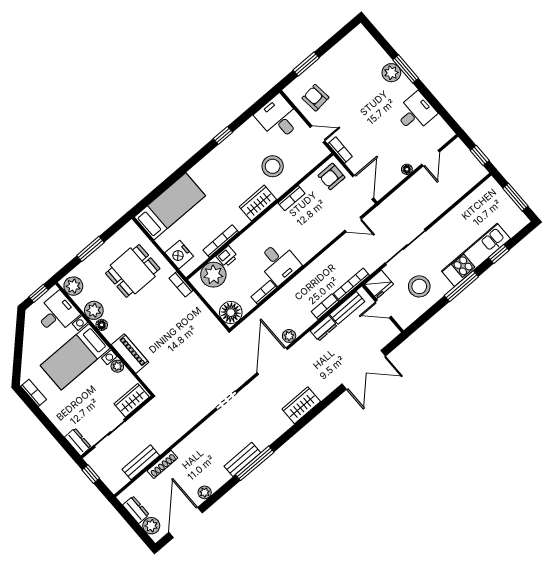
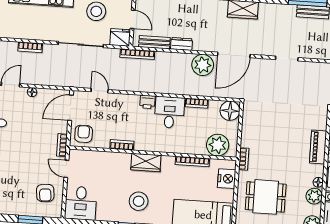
stool: (273, 166) -> (139, 201), moved
armchair: (331, 176) -> (84, 134), turned -90
printer: (227, 256) -> (147, 102), moved, turned 180
bookcase: (325, 307) -> (30, 47), moved
plant: (289, 336) -> (203, 65), width x1.88, depth x1.88

